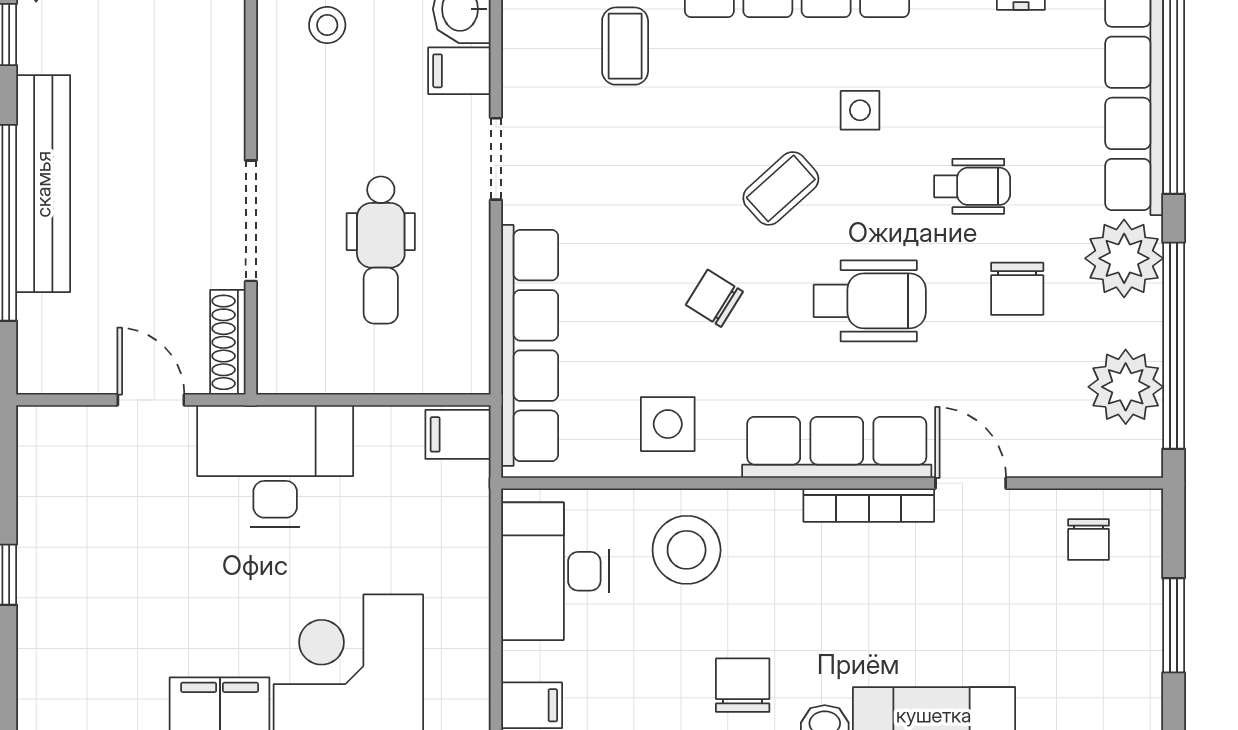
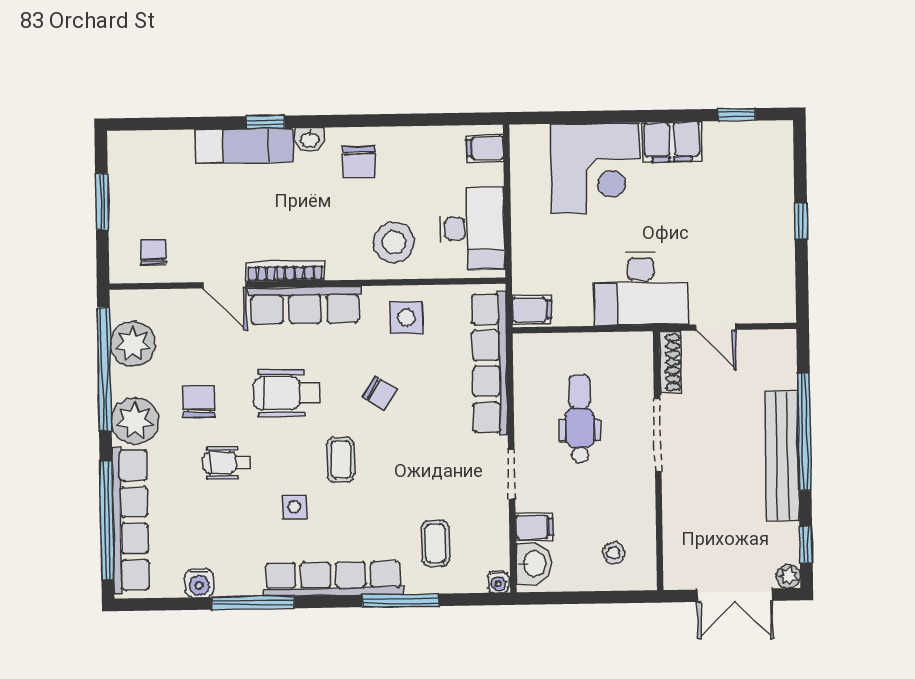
coffee table: (781, 188) -> (341, 460), turned -48

